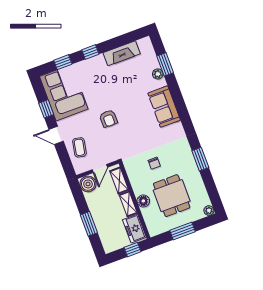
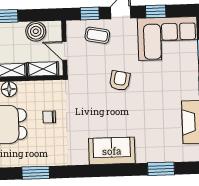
plant: (158, 74) -> (153, 156), removed
armchair: (108, 119) -> (120, 81), turned 102
window: (65, 159) -> (90, 13), added
boiler: (88, 184) -> (36, 31), moved

